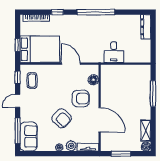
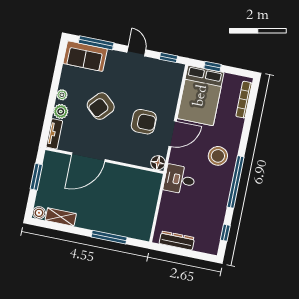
window: (57, 12) -> (225, 233), moved
dresser: (146, 27) -> (177, 241), moved
stool: (80, 28) -> (218, 156), added
desk: (114, 52) -> (180, 179), moved
floor lamp: (93, 80) -> (158, 163), moved
coffee table: (32, 81) -> (160, 76), removed
armchair: (81, 98) -> (144, 122), moved, turned -90

